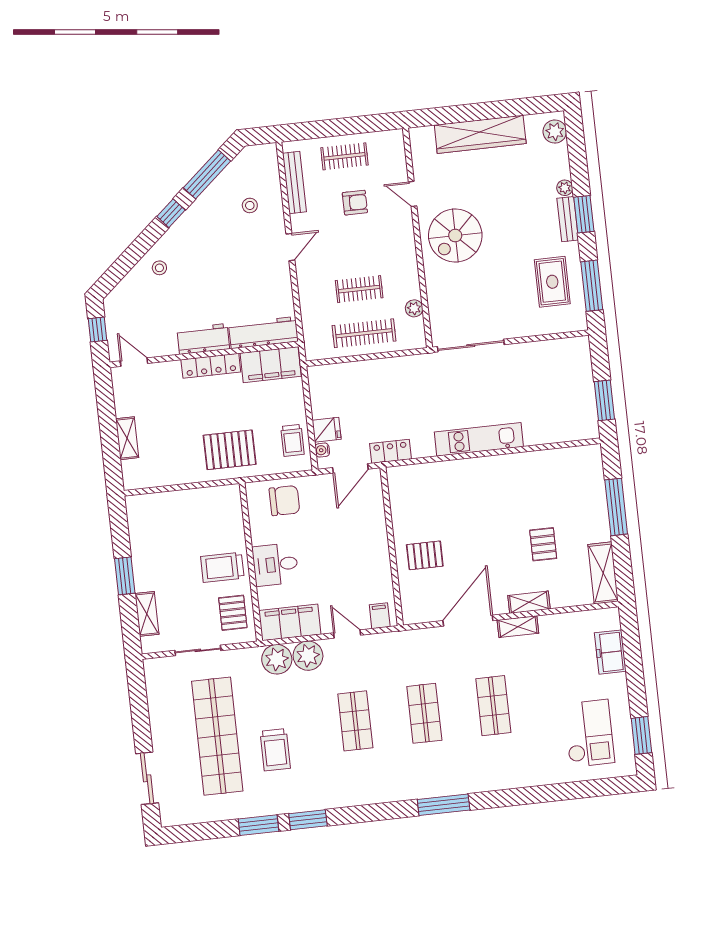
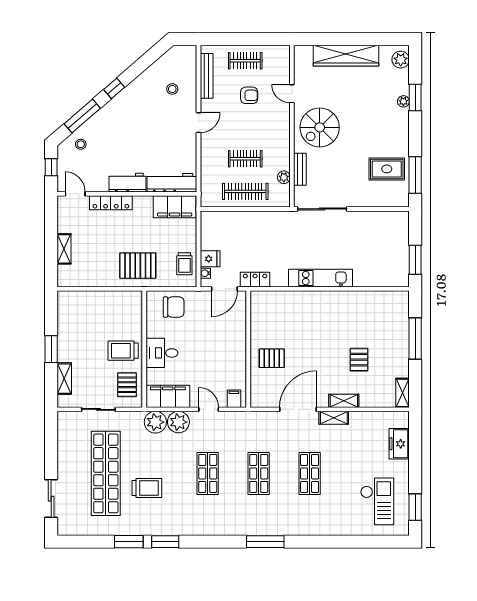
window: (207, 174) -> (82, 116), moved
window: (584, 214) -> (415, 98), moved
bench: (568, 219) -> (300, 169), moved
stool: (159, 268) -> (81, 144), moved
rug: (552, 282) -> (387, 169), turned 90
locker: (211, 366) -> (111, 203), moved
shelving: (603, 573) -> (403, 393), width x0.67, depth x0.75
trolley: (275, 750) -> (147, 488), turned -90

